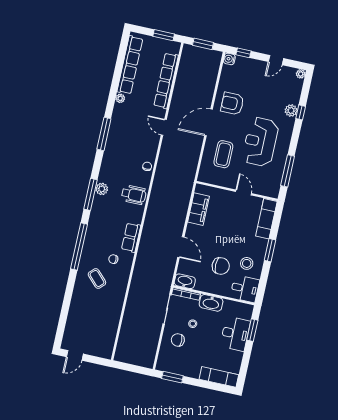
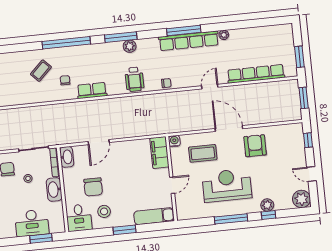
water cooler: (229, 59) -> (174, 141), moved
row of seats: (130, 65) -> (189, 41), moved
plant: (301, 74) -> (301, 199), width x1.88, depth x1.88
window: (288, 171) -> (231, 219), moved
filing cabinet: (198, 209) -> (159, 153), moved, turned 90

